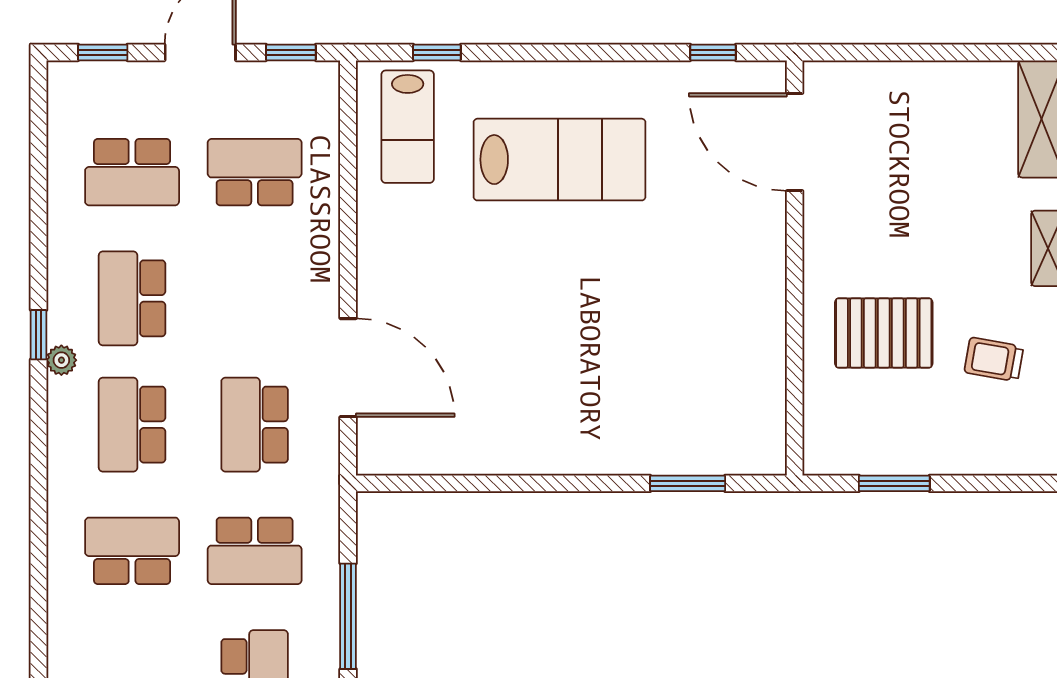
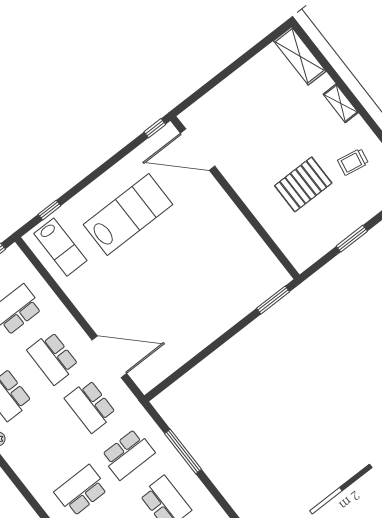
door: (795, 142) -> (198, 150), moved
wall: (795, 268) -> (235, 198), moved
school desk: (132, 425) -> (53, 358), moved

